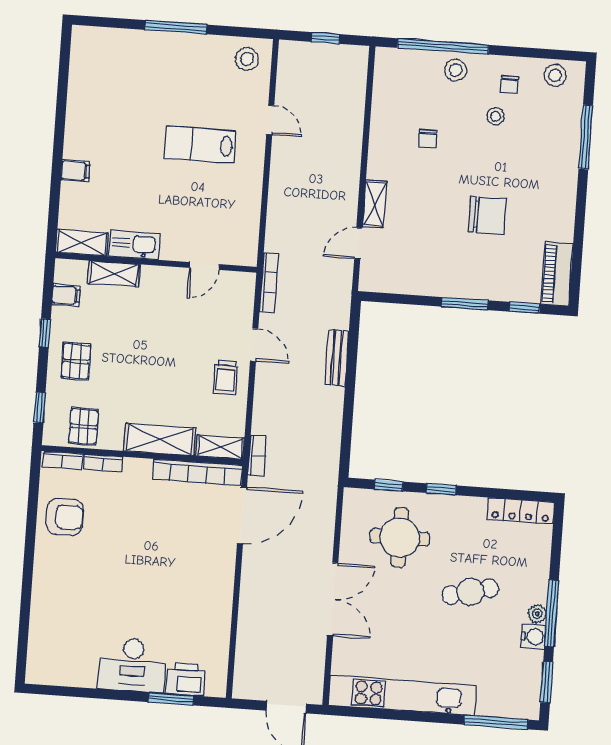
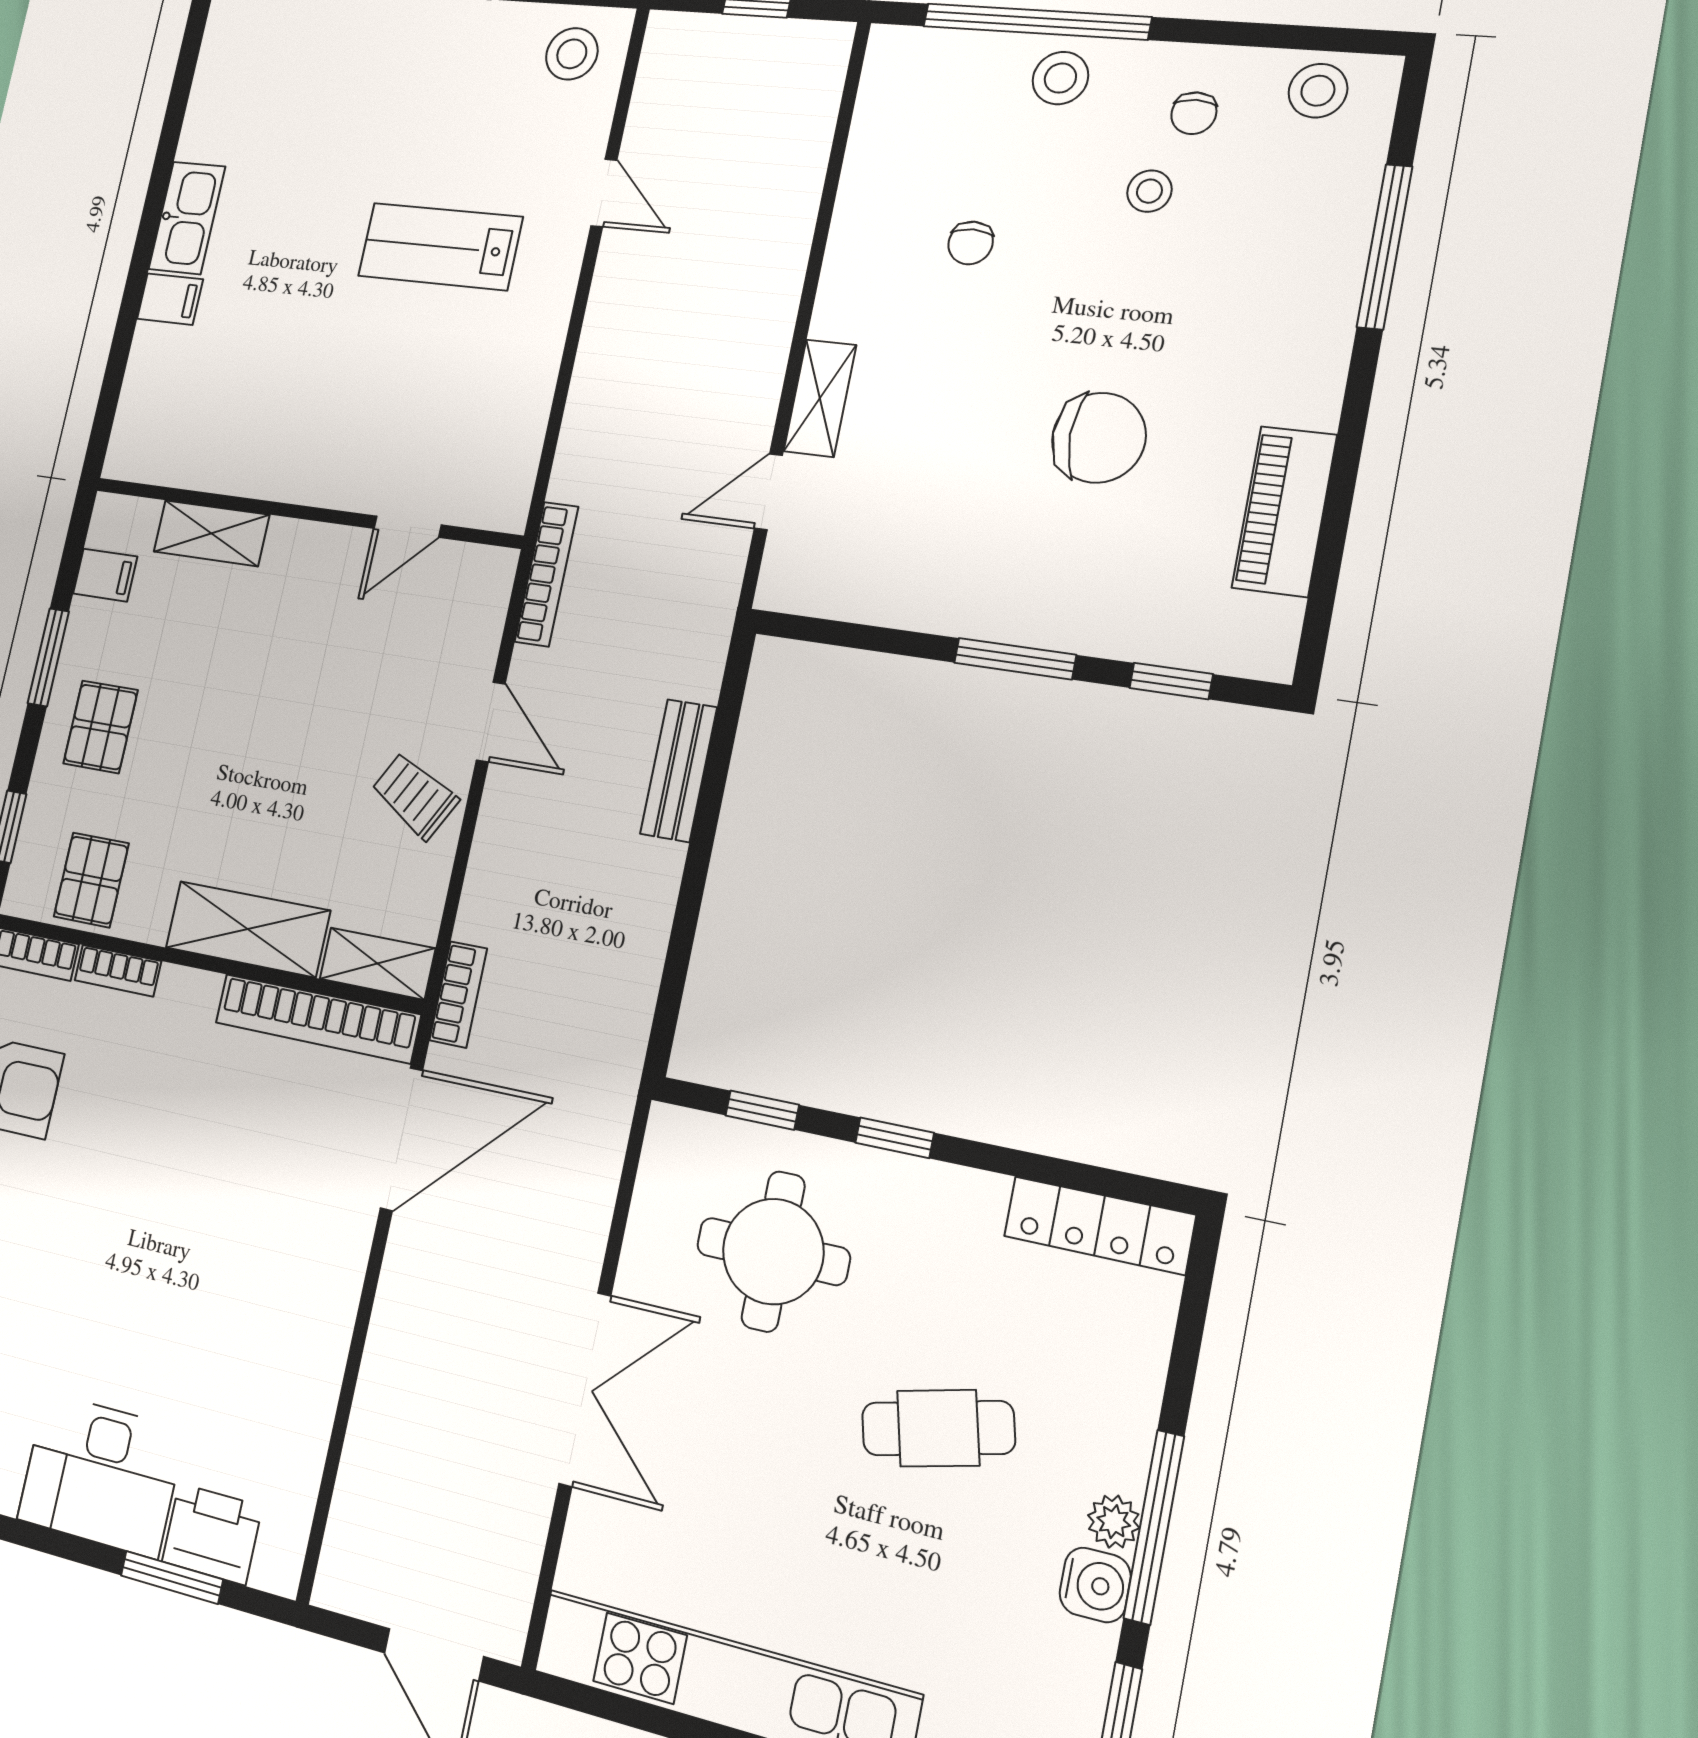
shelving: (82, 243) -> (157, 459), removed
kitchen sink: (134, 245) -> (187, 218), moved, turned 90
piano: (557, 274) -> (1284, 511), moved
window: (45, 333) -> (48, 657), width x1.50
trolley: (226, 378) -> (415, 796), turned 119

